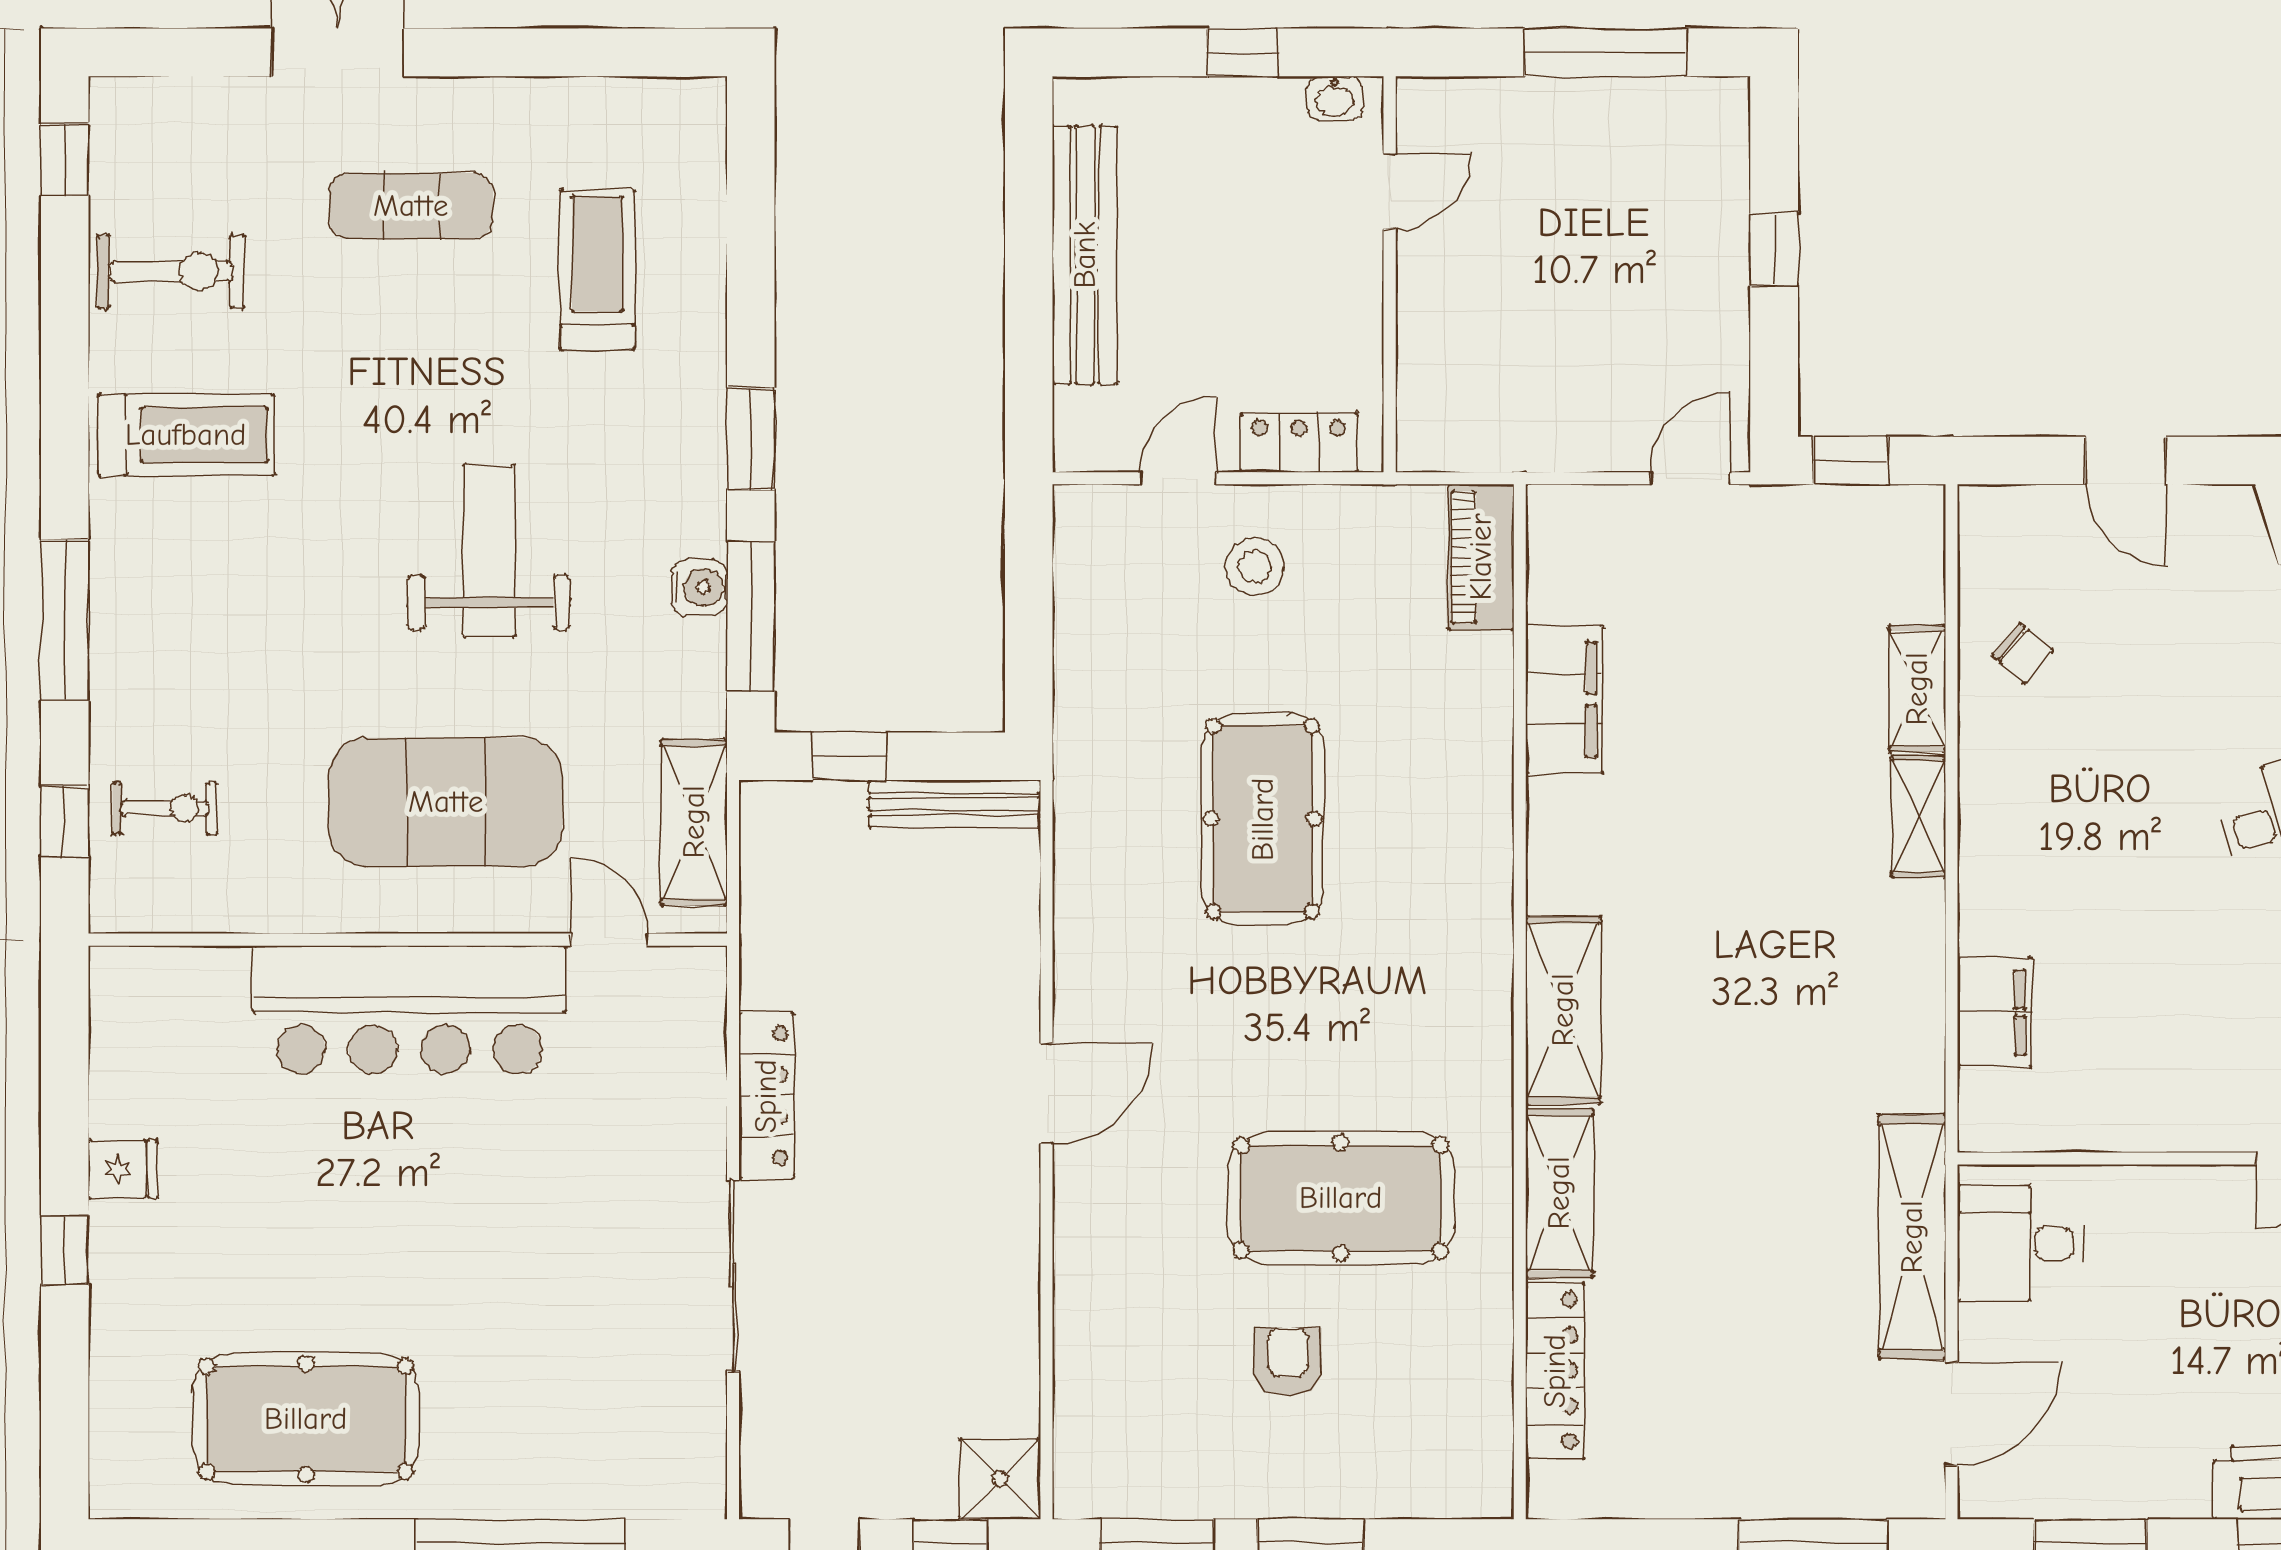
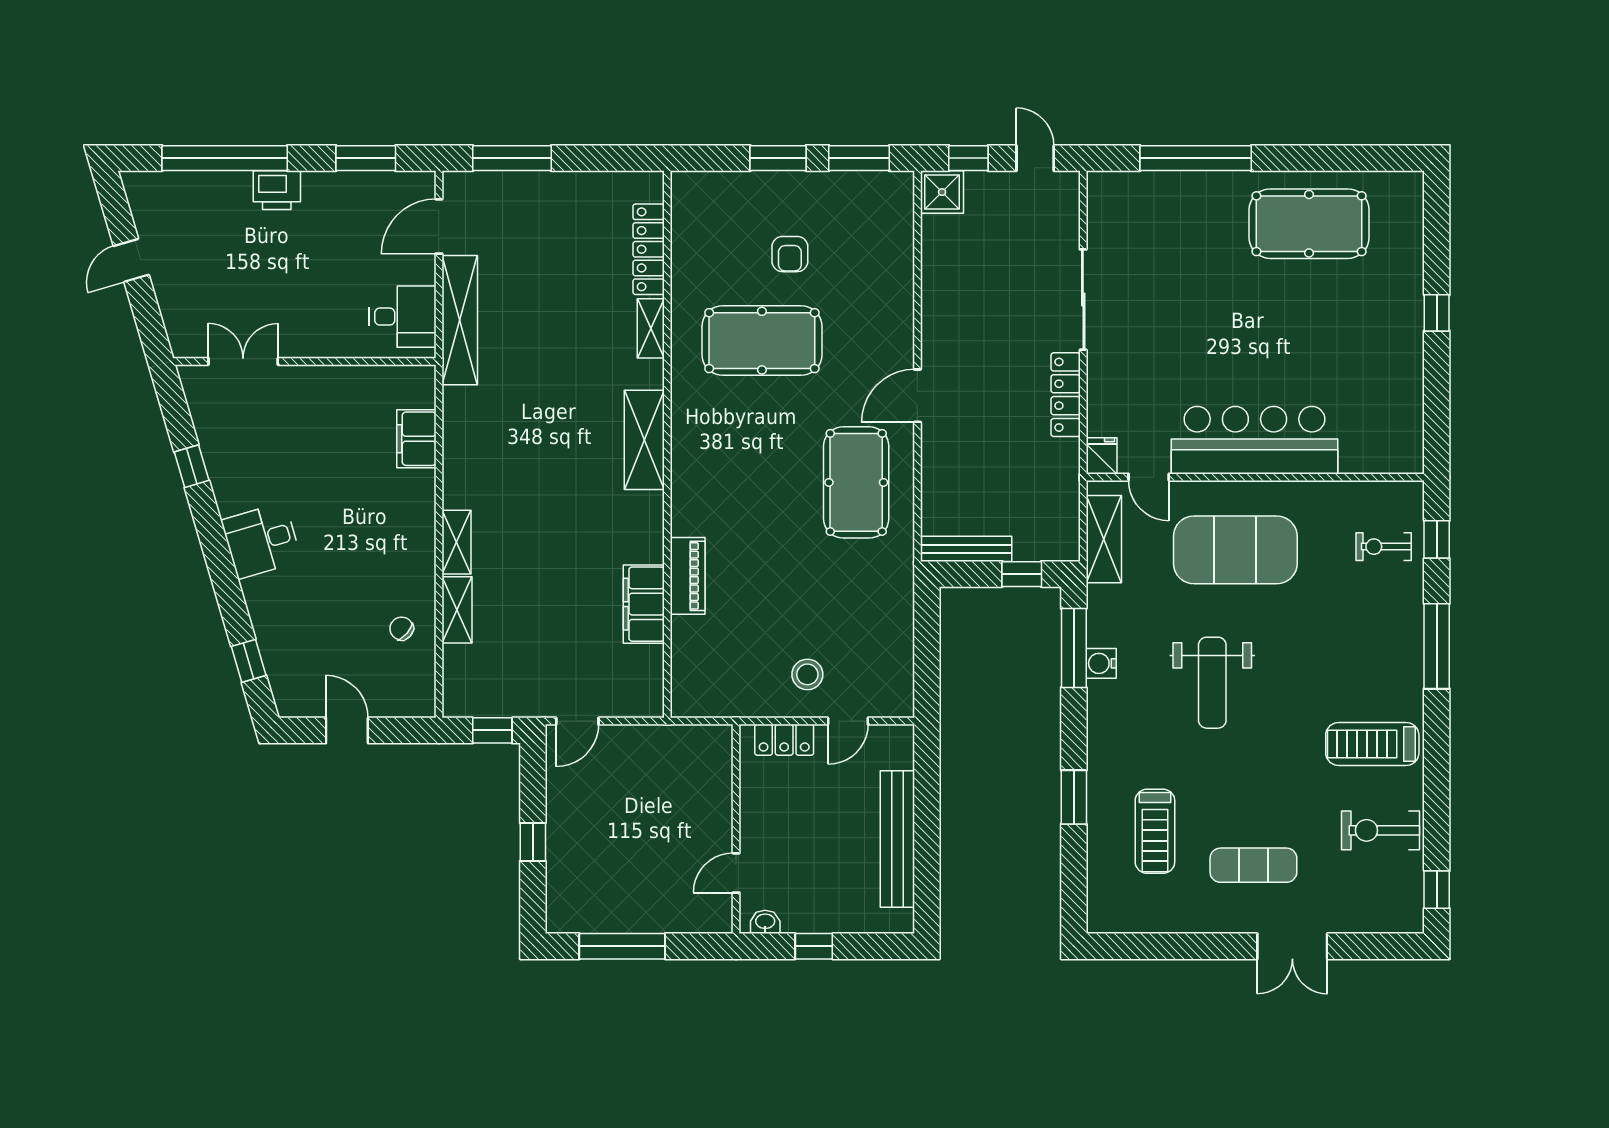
window: (751, 439) -> (1074, 797), moved
piano: (1481, 557) -> (688, 576), moved
pool table: (1263, 819) -> (856, 482), moved
fridge: (123, 1169) -> (1102, 456), moved, turned 90
shelving: (1559, 1193) -> (651, 328), width x0.67, depth x0.75

